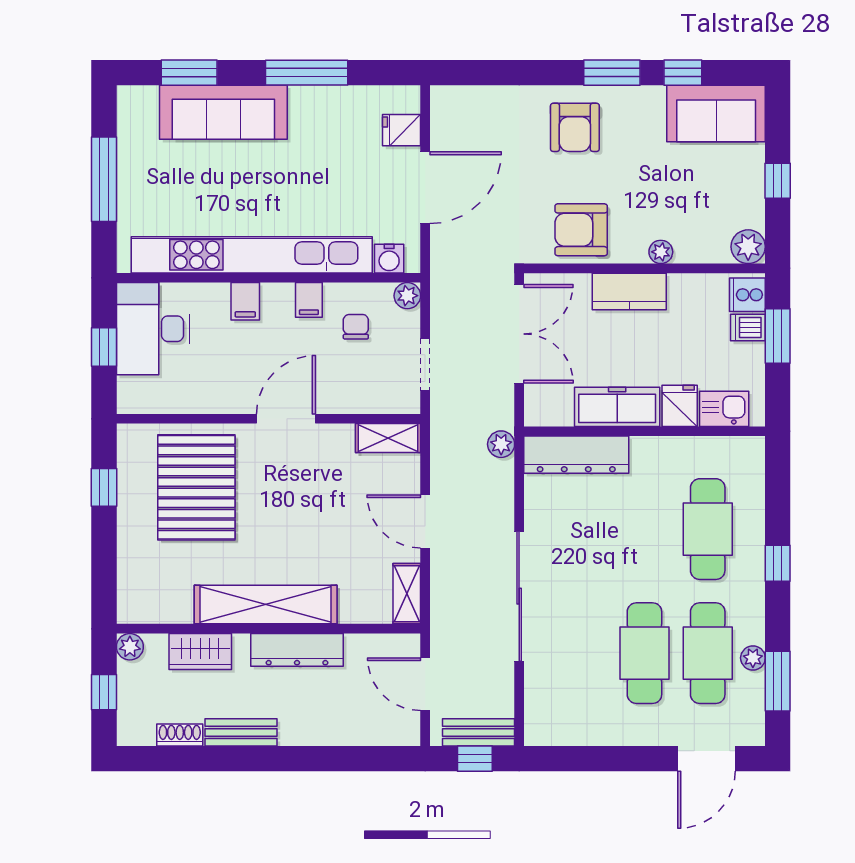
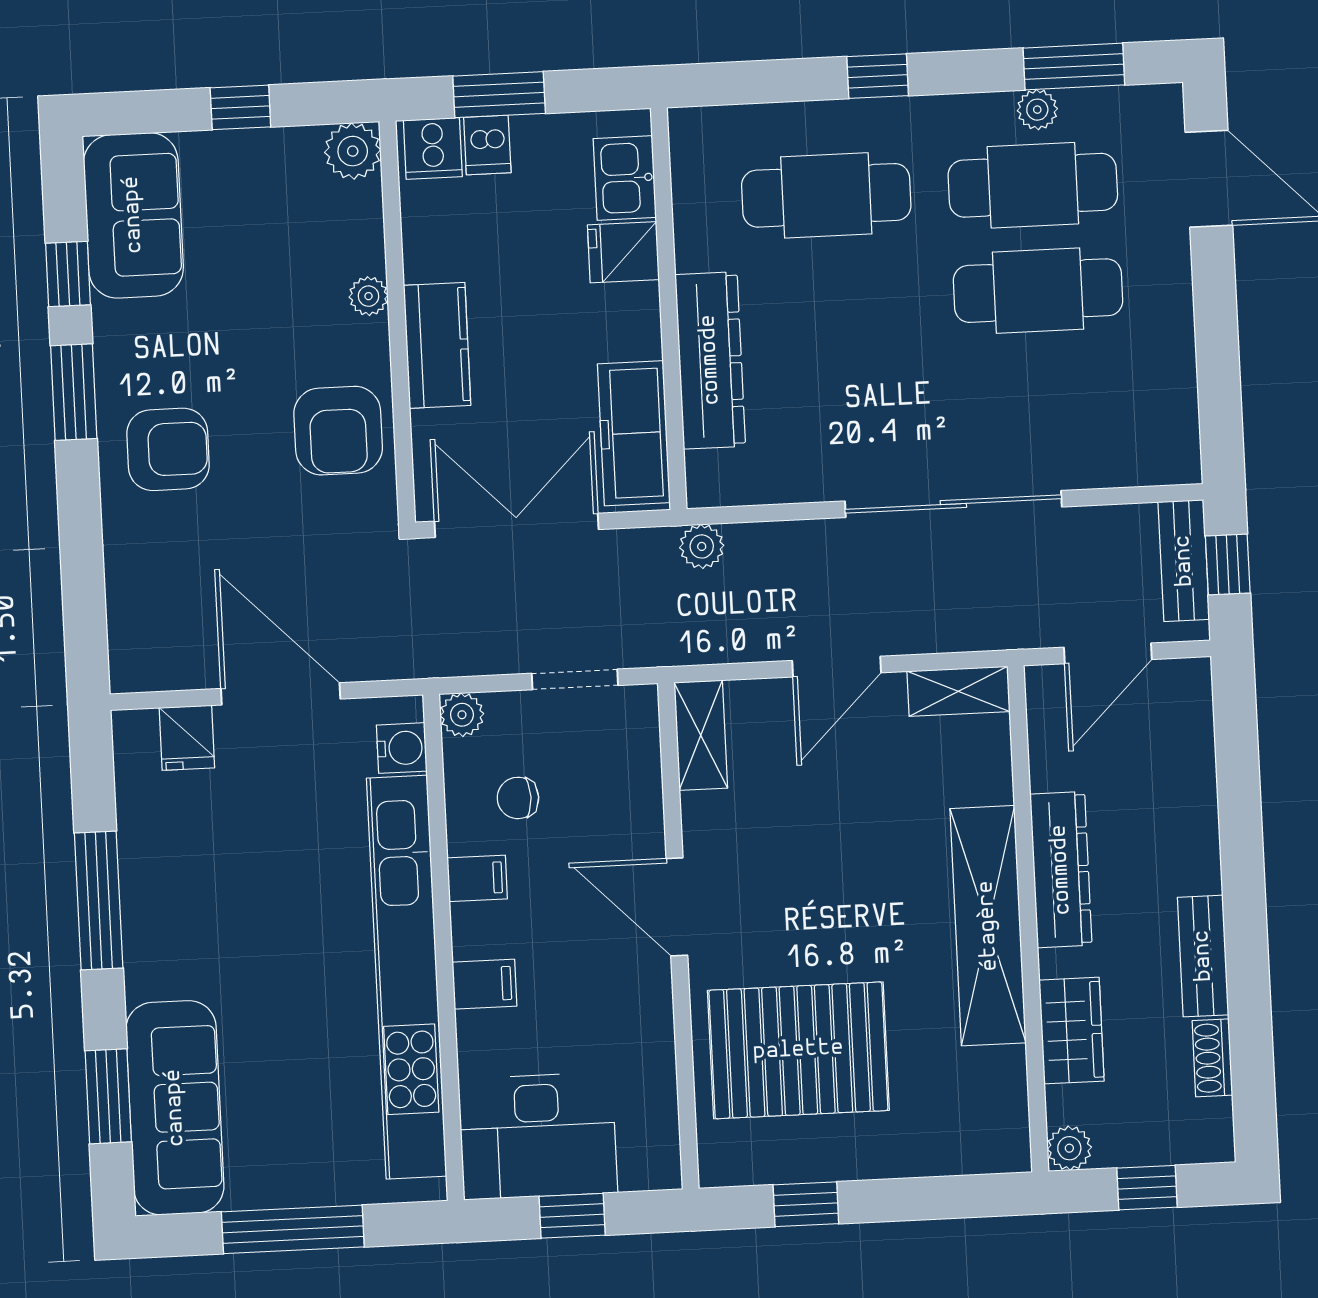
sofa: (223, 112) -> (175, 1108), moved
freezer: (617, 407) -> (634, 433), moved
dresser: (576, 455) -> (710, 360), moved

